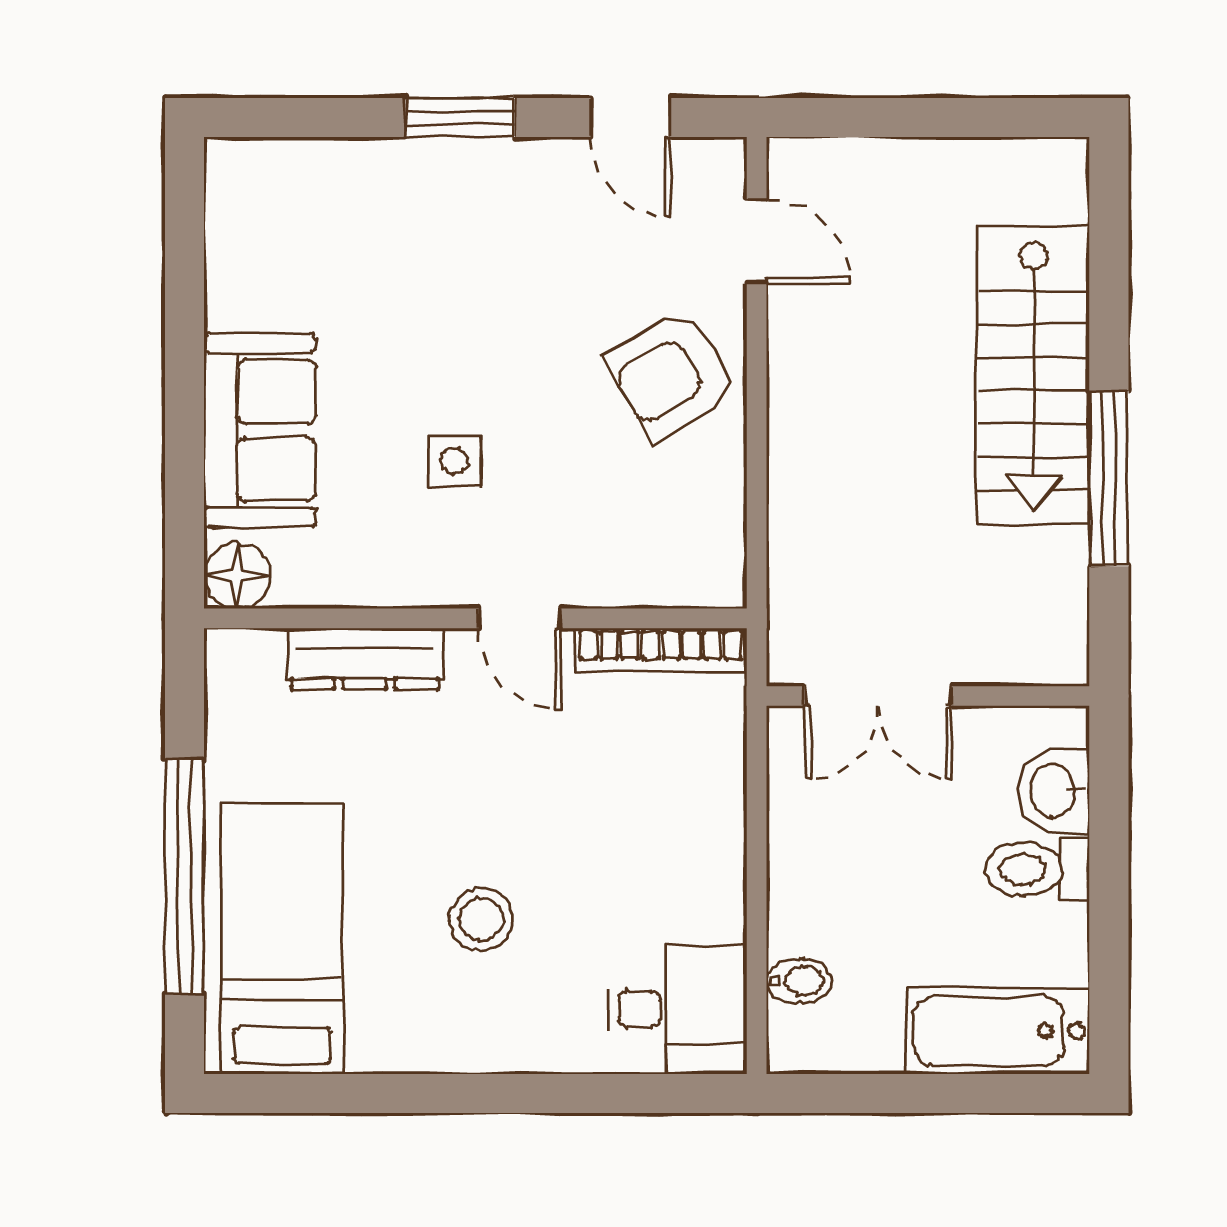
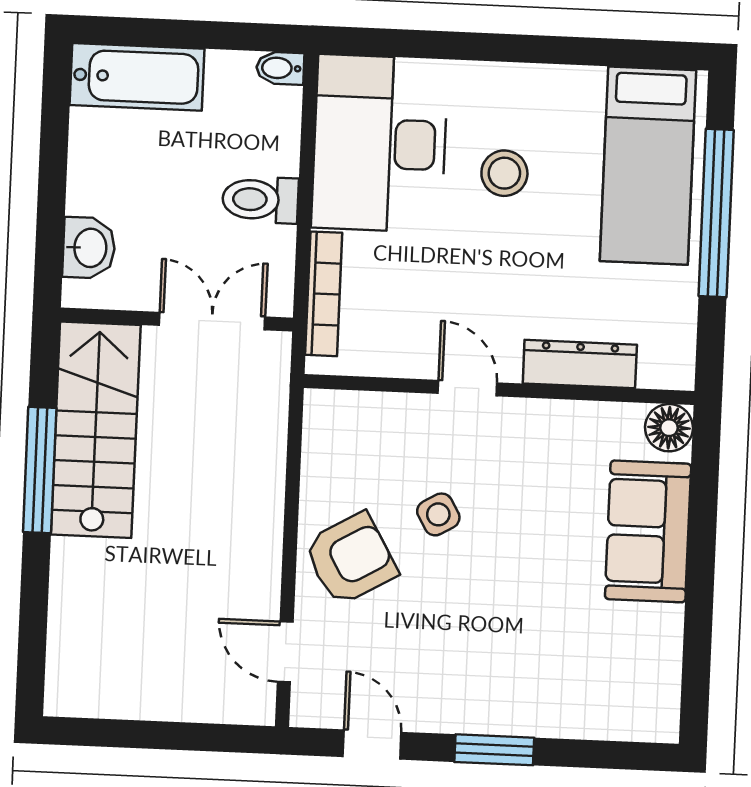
stairs: (1034, 375) -> (96, 430), moved
side table: (454, 461) -> (438, 514), moved, turned -30
bookcase: (661, 650) -> (324, 294), moved, turned 90
toilet: (1037, 869) -> (260, 200), moved, turned 180
bidet: (799, 981) -> (280, 68), moved
desk: (677, 1009) -> (380, 143), width x1.87, depth x1.30

